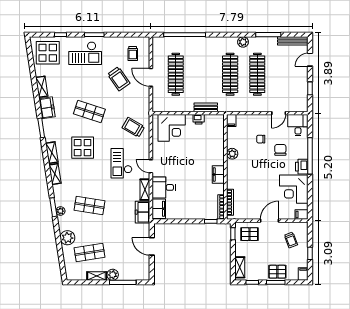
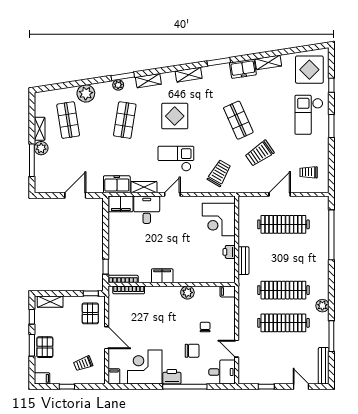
trolley: (119, 79) -> (260, 153), moved
shop shelf: (89, 112) -> (238, 120), turned -42
display table: (83, 148) -> (175, 116), moved
shelving: (55, 174) -> (148, 81), moved

